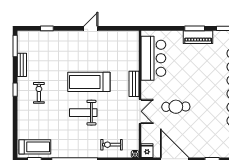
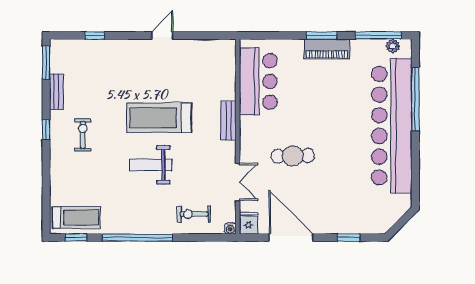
double door: (140, 111) -> (238, 182), moved

